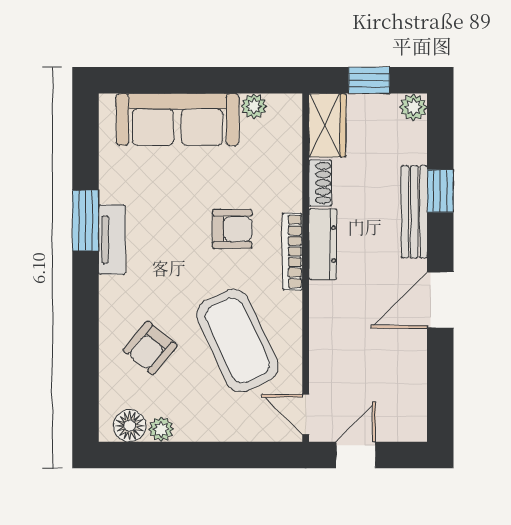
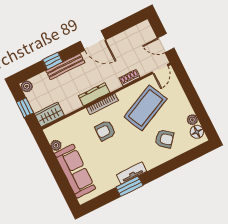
shoe rack: (320, 183) -> (130, 78), moved
armchair: (232, 229) -> (105, 131), turned -90

